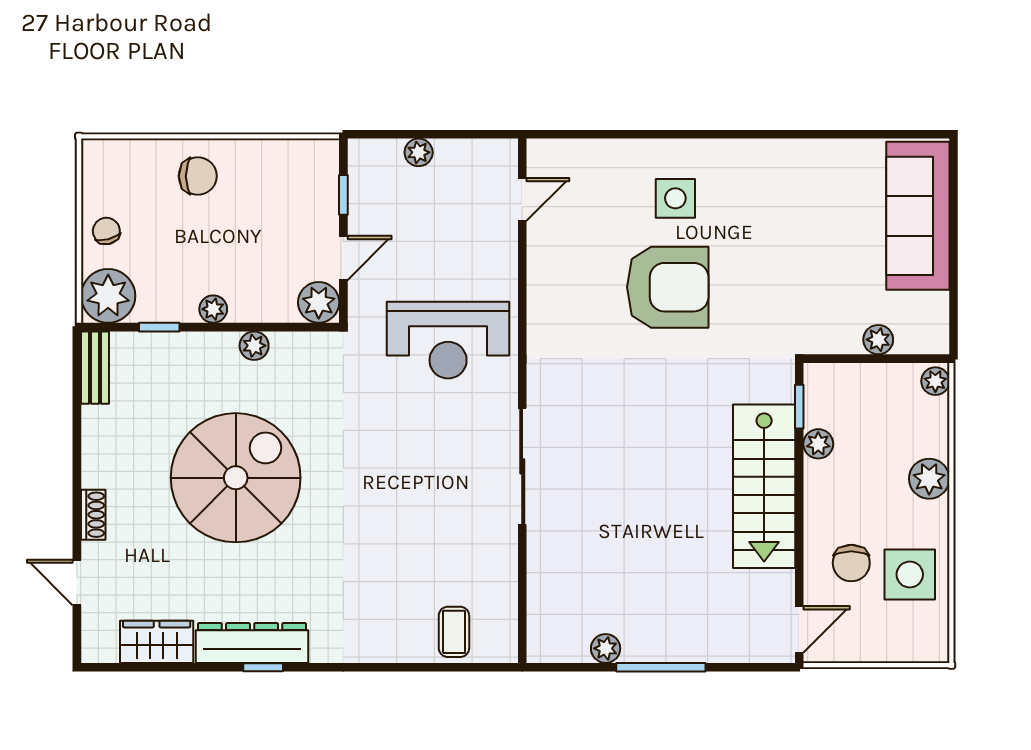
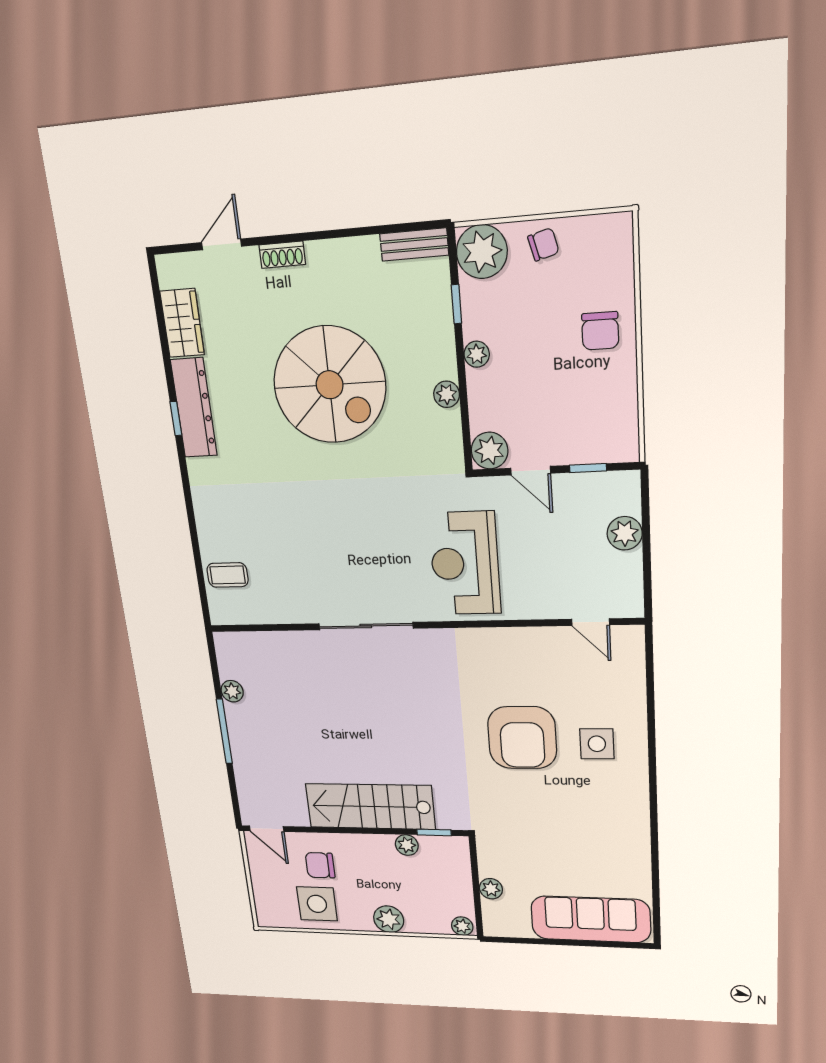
plant: (419, 152) -> (625, 533), width x1.38, depth x1.38

